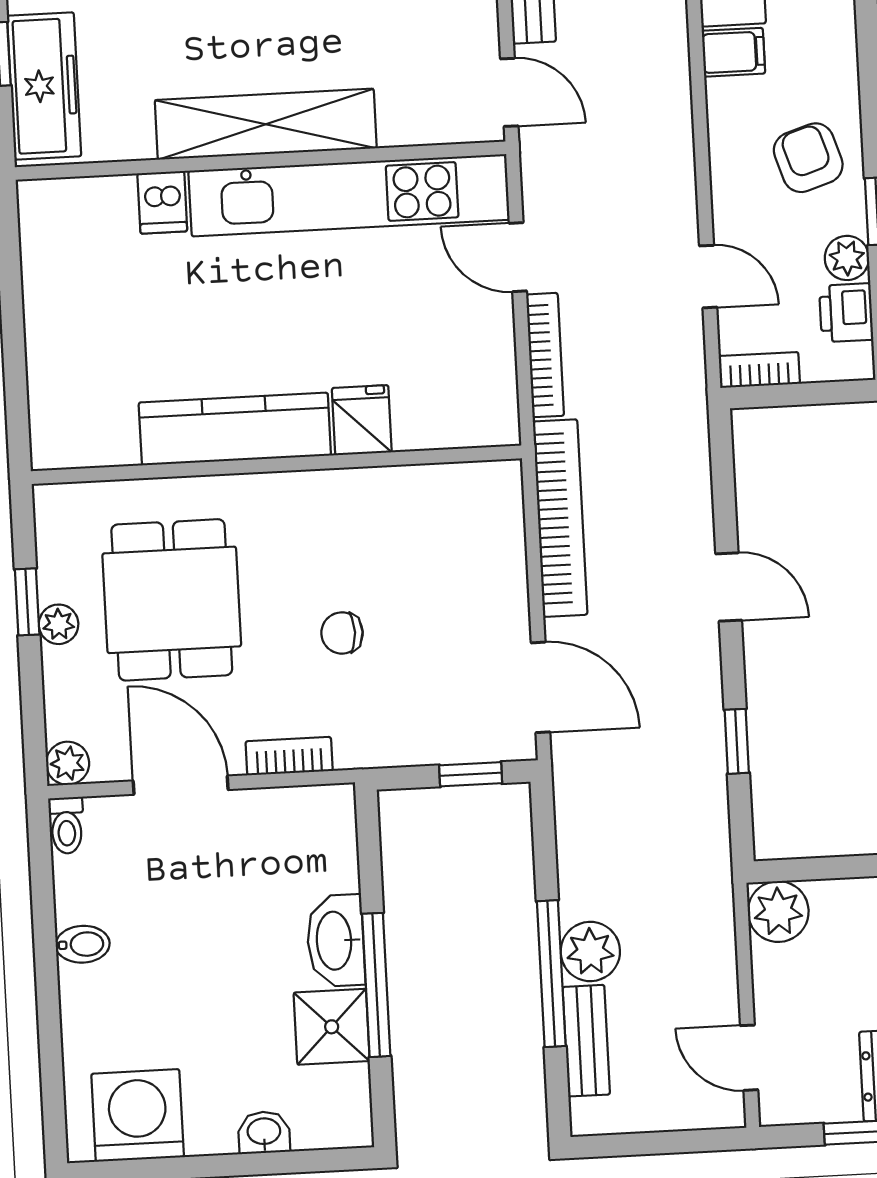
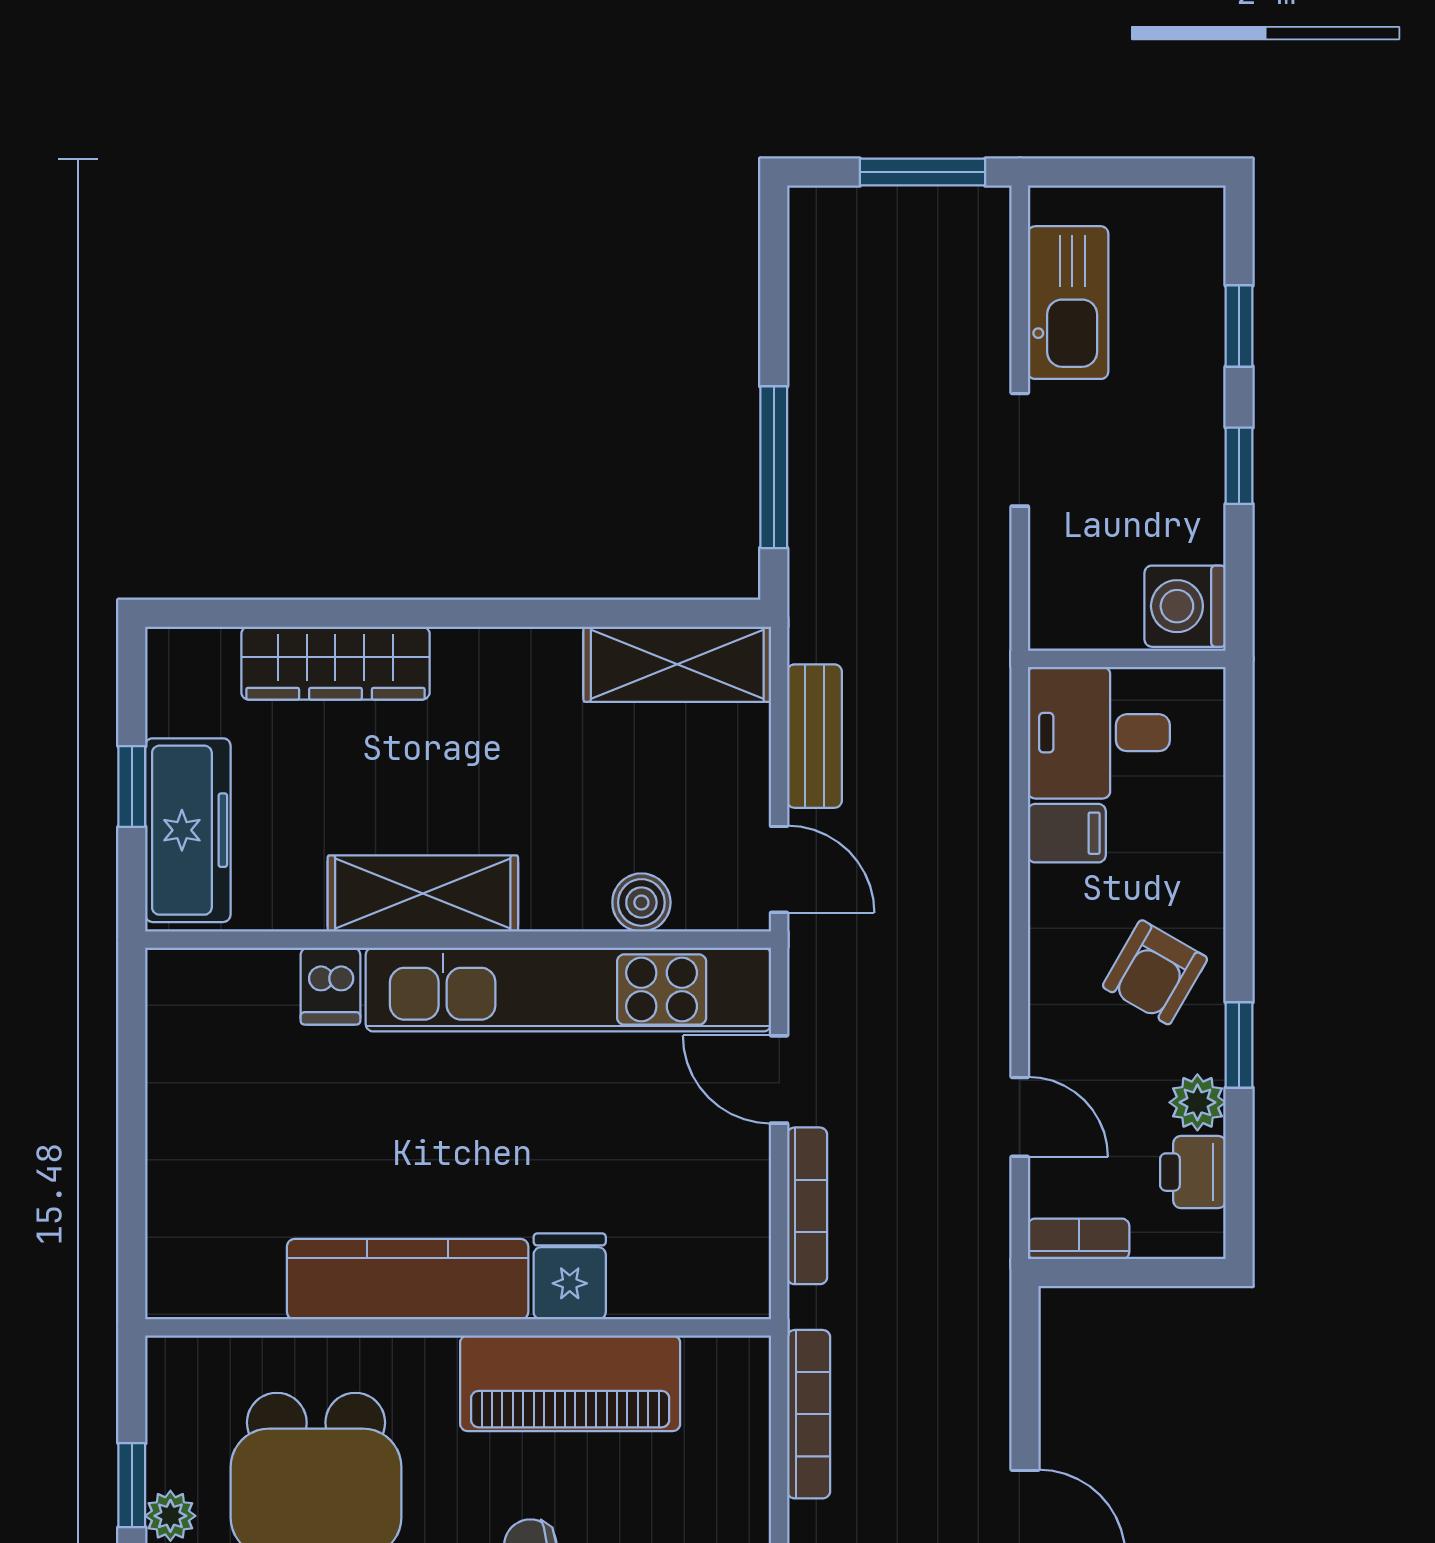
shelving: (266, 124) -> (423, 894), width x0.68
boiler: (403, 124) -> (641, 902), added
armchair: (808, 158) -> (1155, 972), turned -132
piano: (367, 504) -> (570, 1383), added
bookcase: (560, 518) -> (809, 1414), width x0.68, depth x0.76

